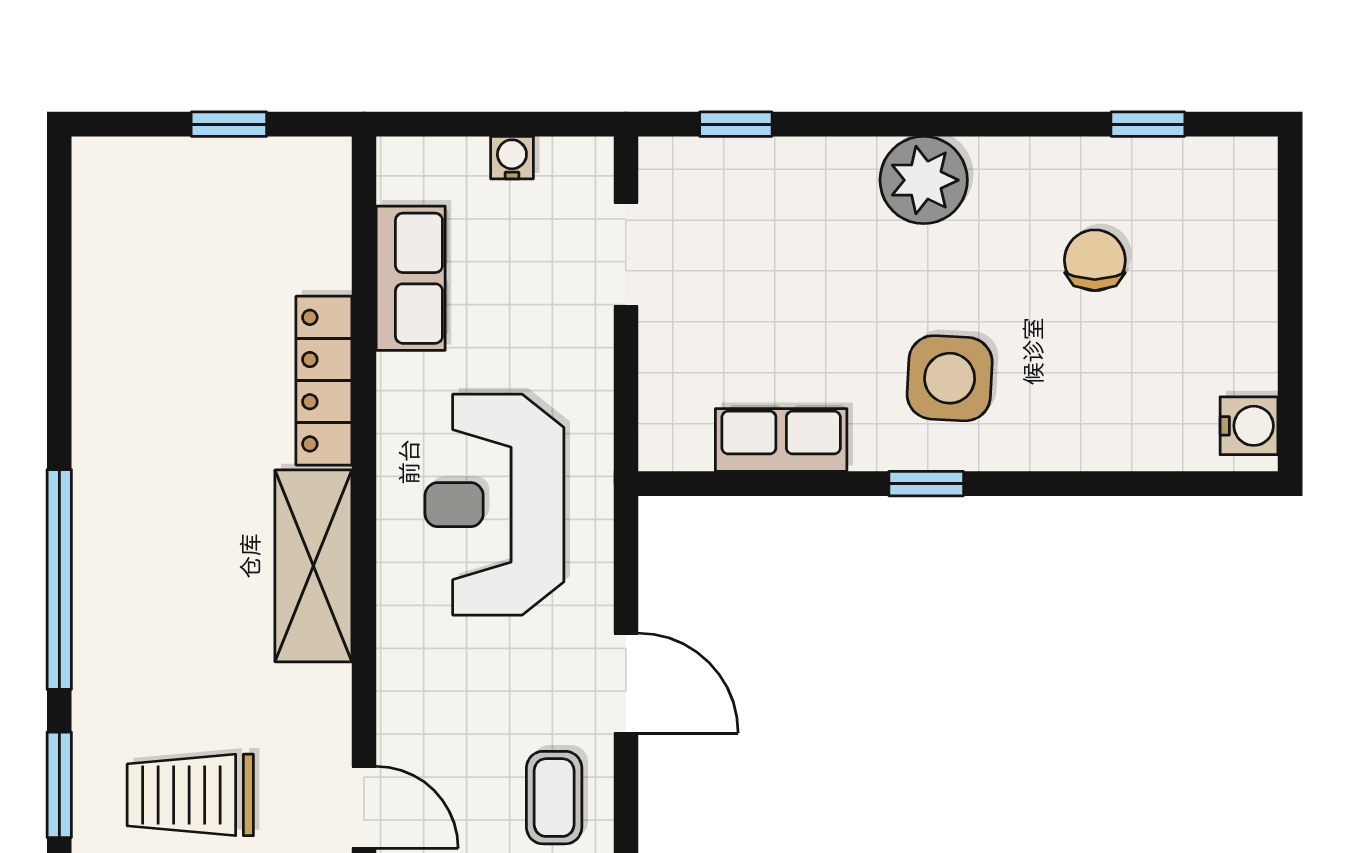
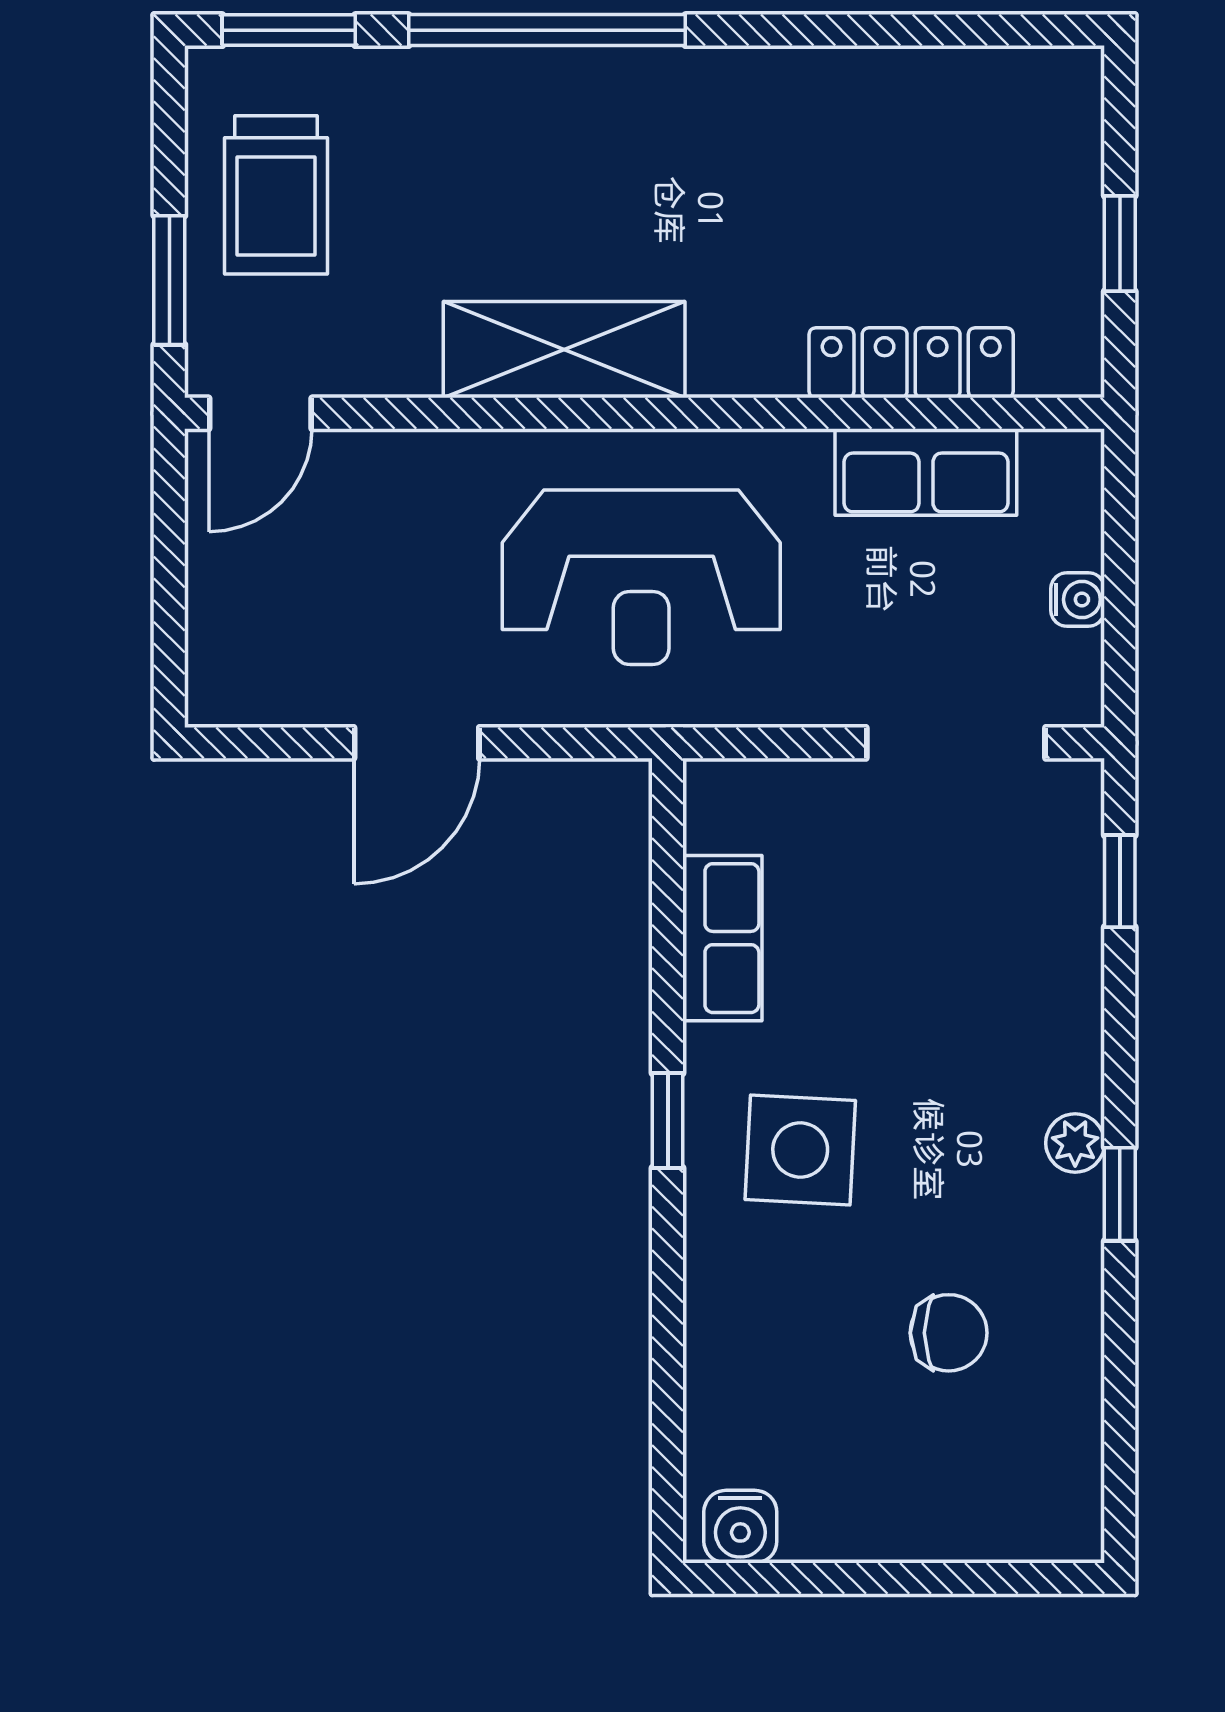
window: (1148, 124) -> (1120, 1194), moved
plant: (924, 180) -> (1075, 1143), width x0.53, depth x0.53
doorway: (626, 254) -> (956, 743), width x1.38
locker: (324, 381) -> (911, 363), moved
reception desk: (494, 505) -> (641, 577), turned 180
trolley: (190, 795) -> (276, 195), turned 180
coffee table: (554, 798) -> (273, 653), removed

